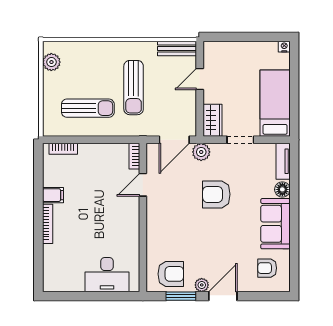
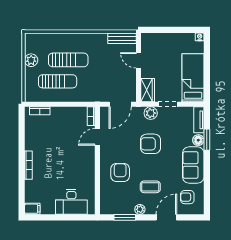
plant: (51, 62) -> (31, 60), moved
door: (200, 79) -> (138, 60), hinge flipped
sun lounger: (134, 88) -> (68, 60), moved, turned -90
plant: (201, 152) -> (151, 113), moved
window: (294, 189) -> (207, 140), added
filing cabinet: (53, 195) -> (32, 209), moved
coffee table: (216, 254) -> (150, 187), added
armchair: (171, 274) -> (120, 172), moved, turned -90
door: (223, 296) -> (166, 217), moved

